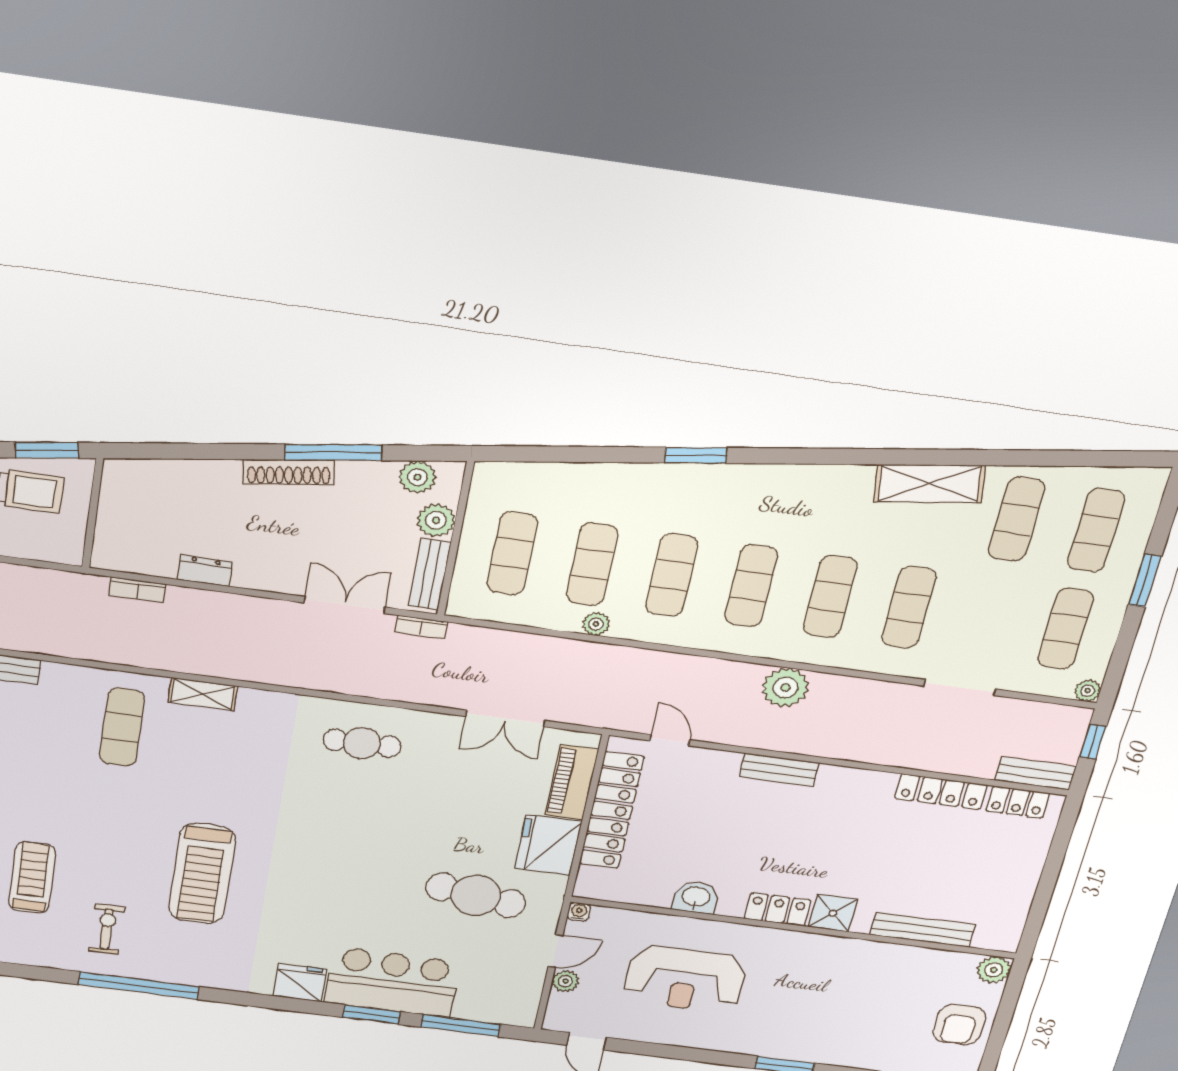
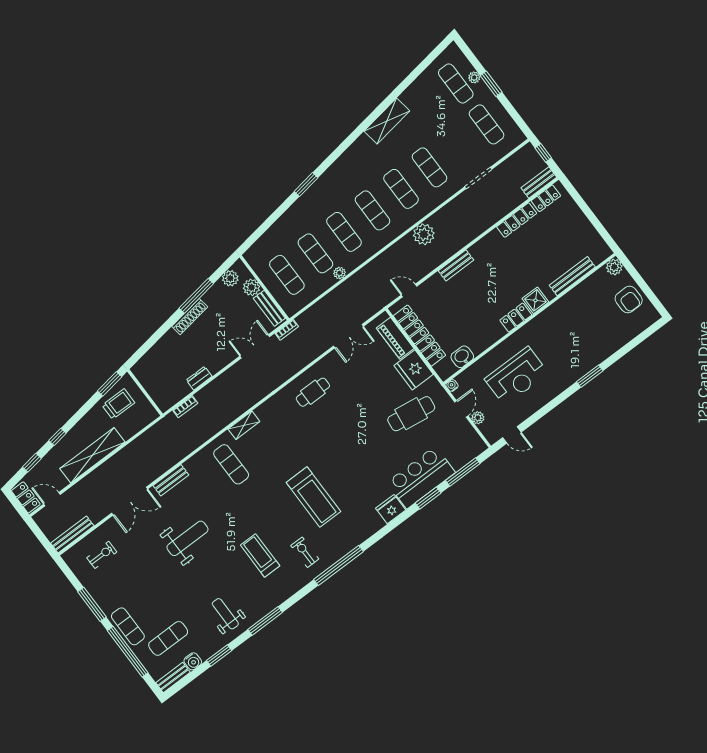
exercise mat: (1017, 519) -> (427, 105), removed
plant: (1088, 691) -> (474, 77), moved
washbasin: (696, 897) -> (462, 357), moved

